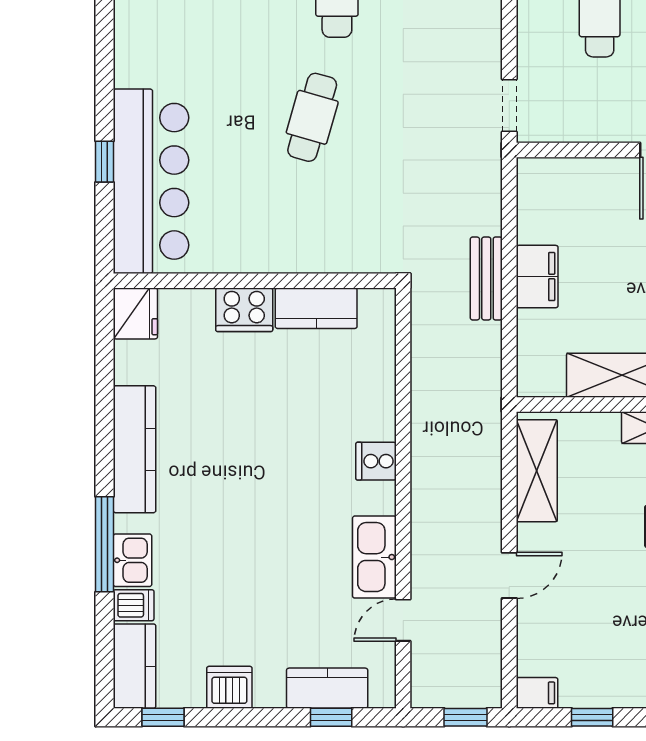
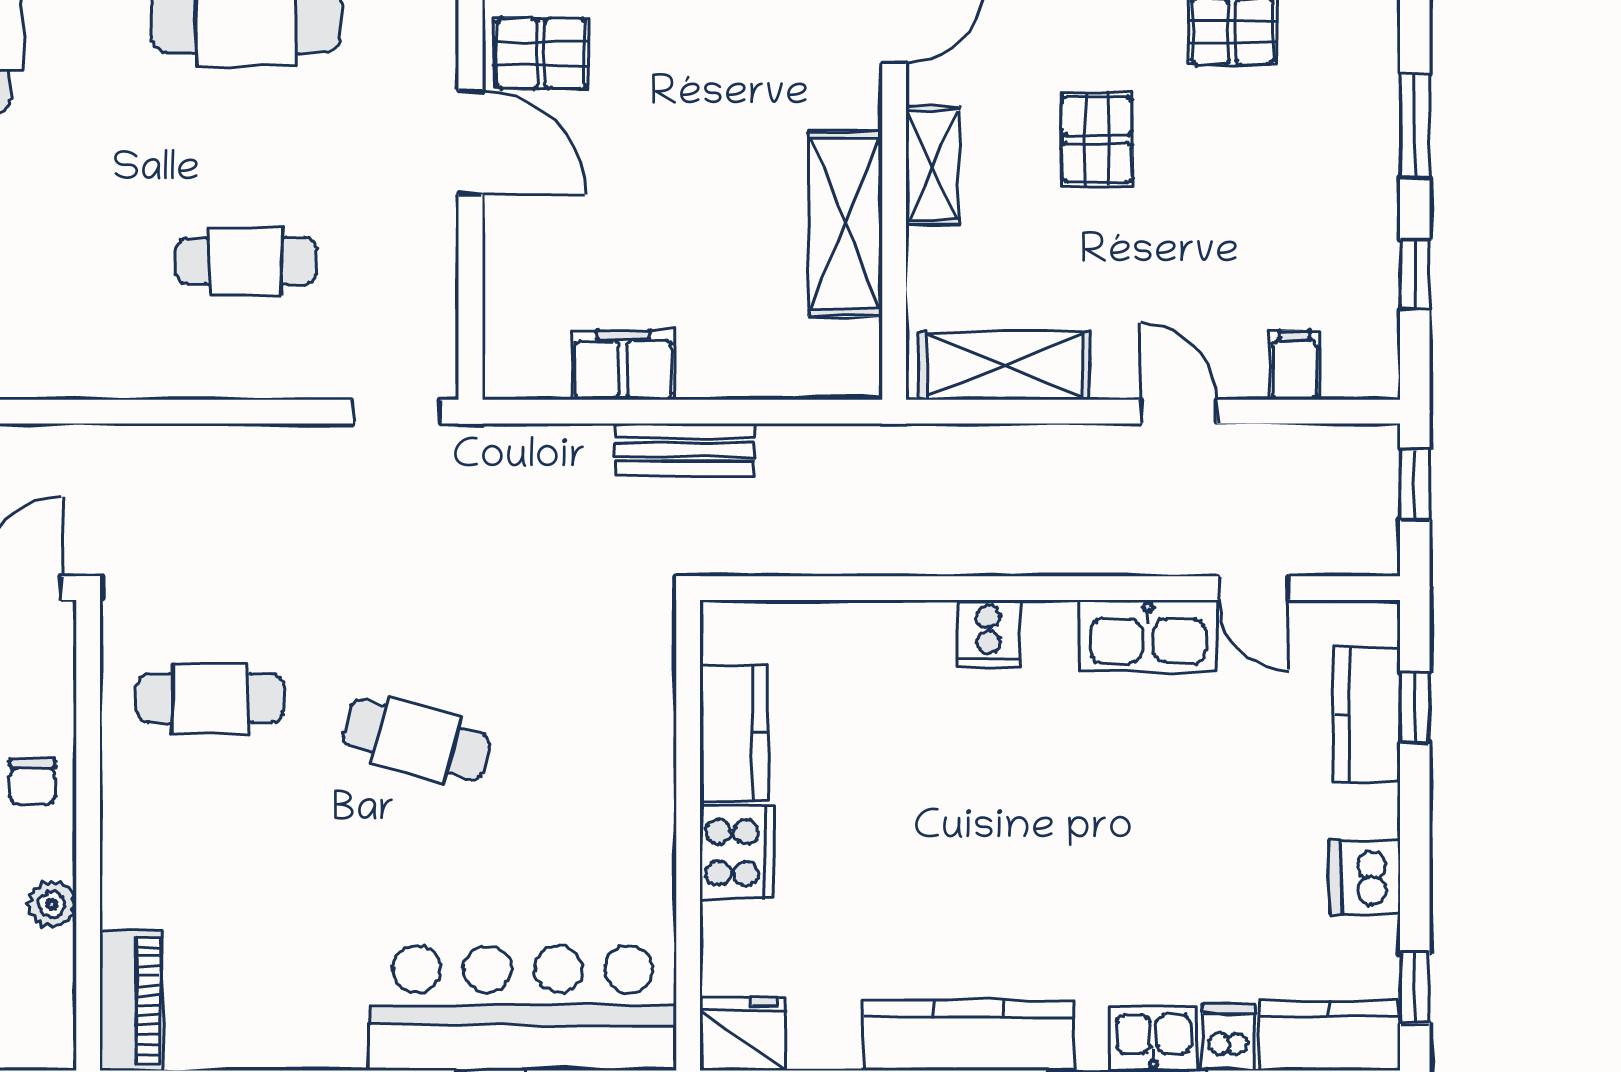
filing cabinet: (537, 277) -> (623, 365), moved
filing cabinet: (537, 693) -> (1295, 365), moved

